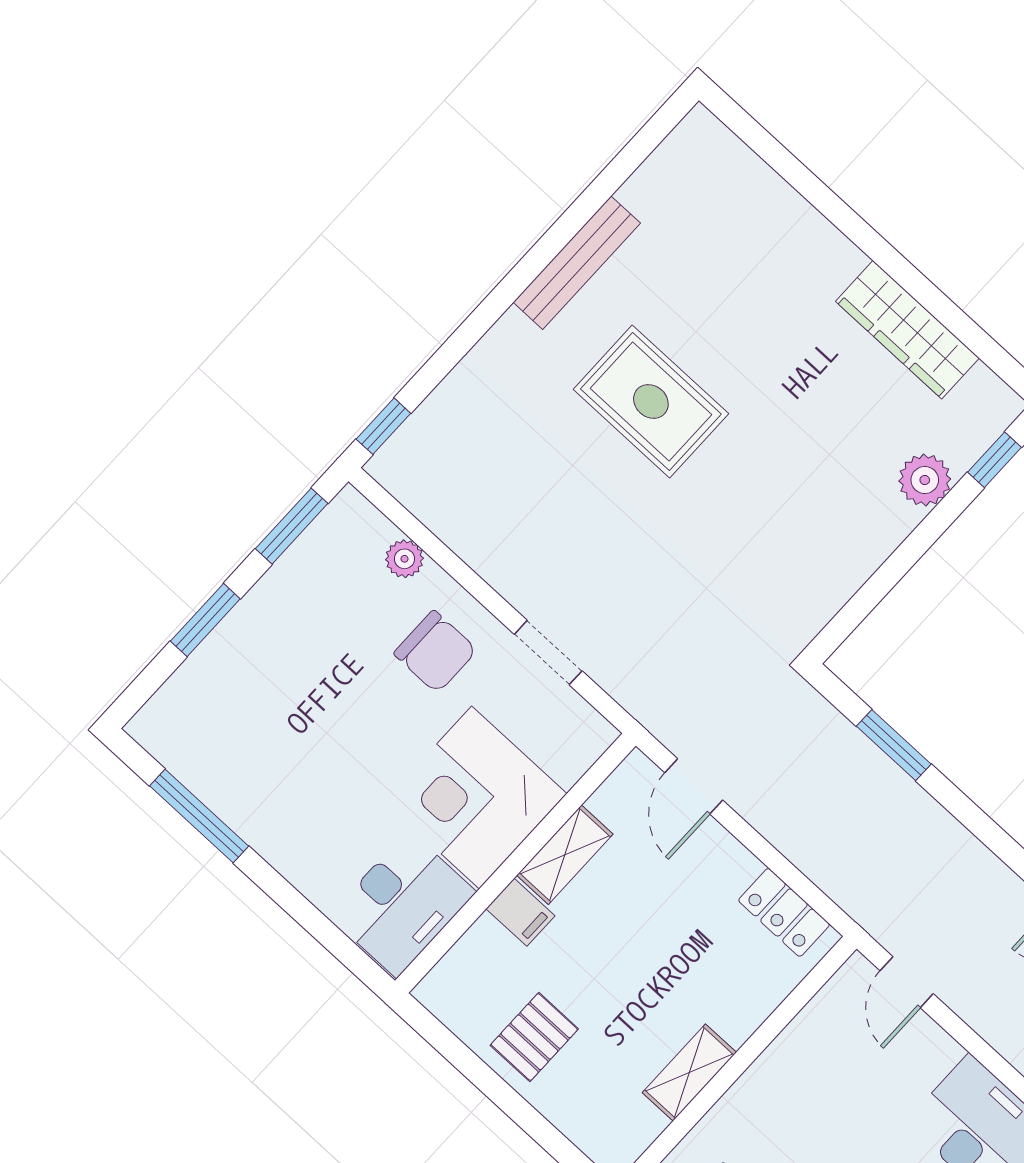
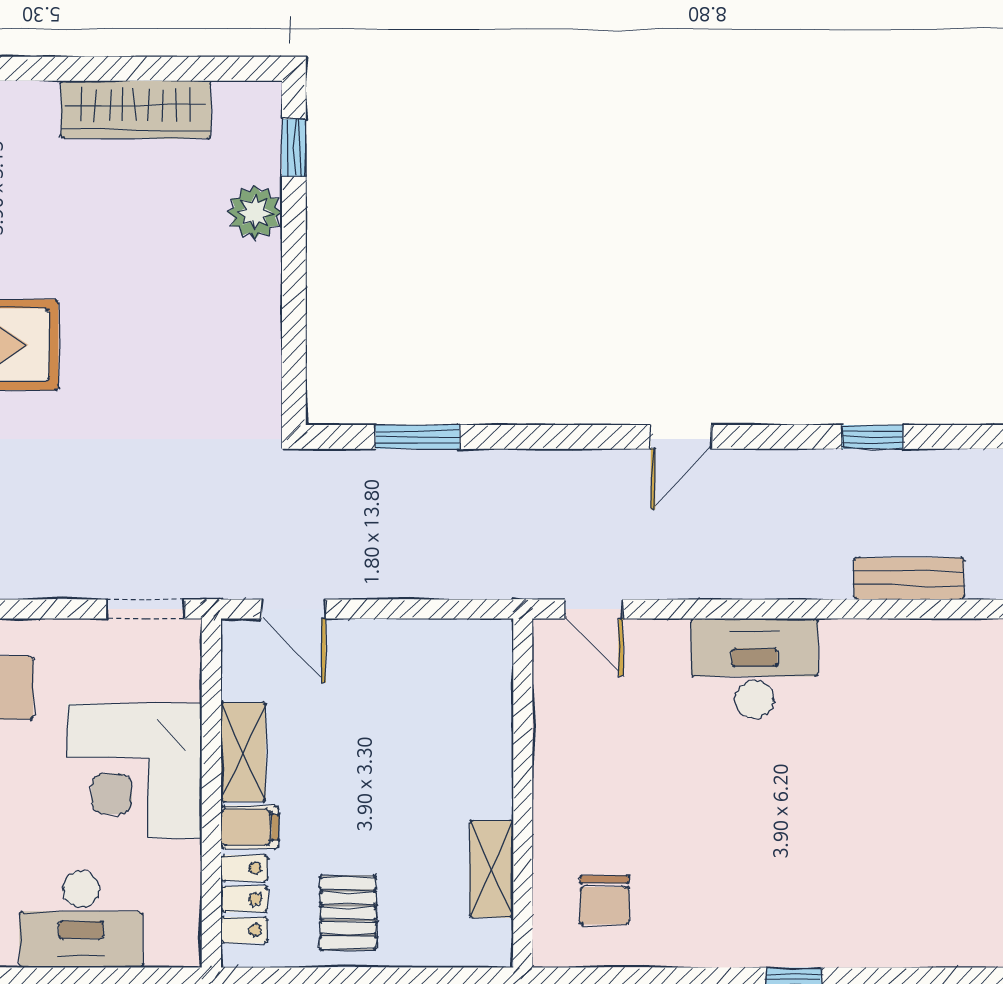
doorway: (548, 653) -> (145, 609), moved
desk: (402, 904) -> (81, 919), moved, turned 90
locker: (784, 912) -> (244, 899), moved, turned -90
shelving: (689, 1072) -> (491, 869), moved

